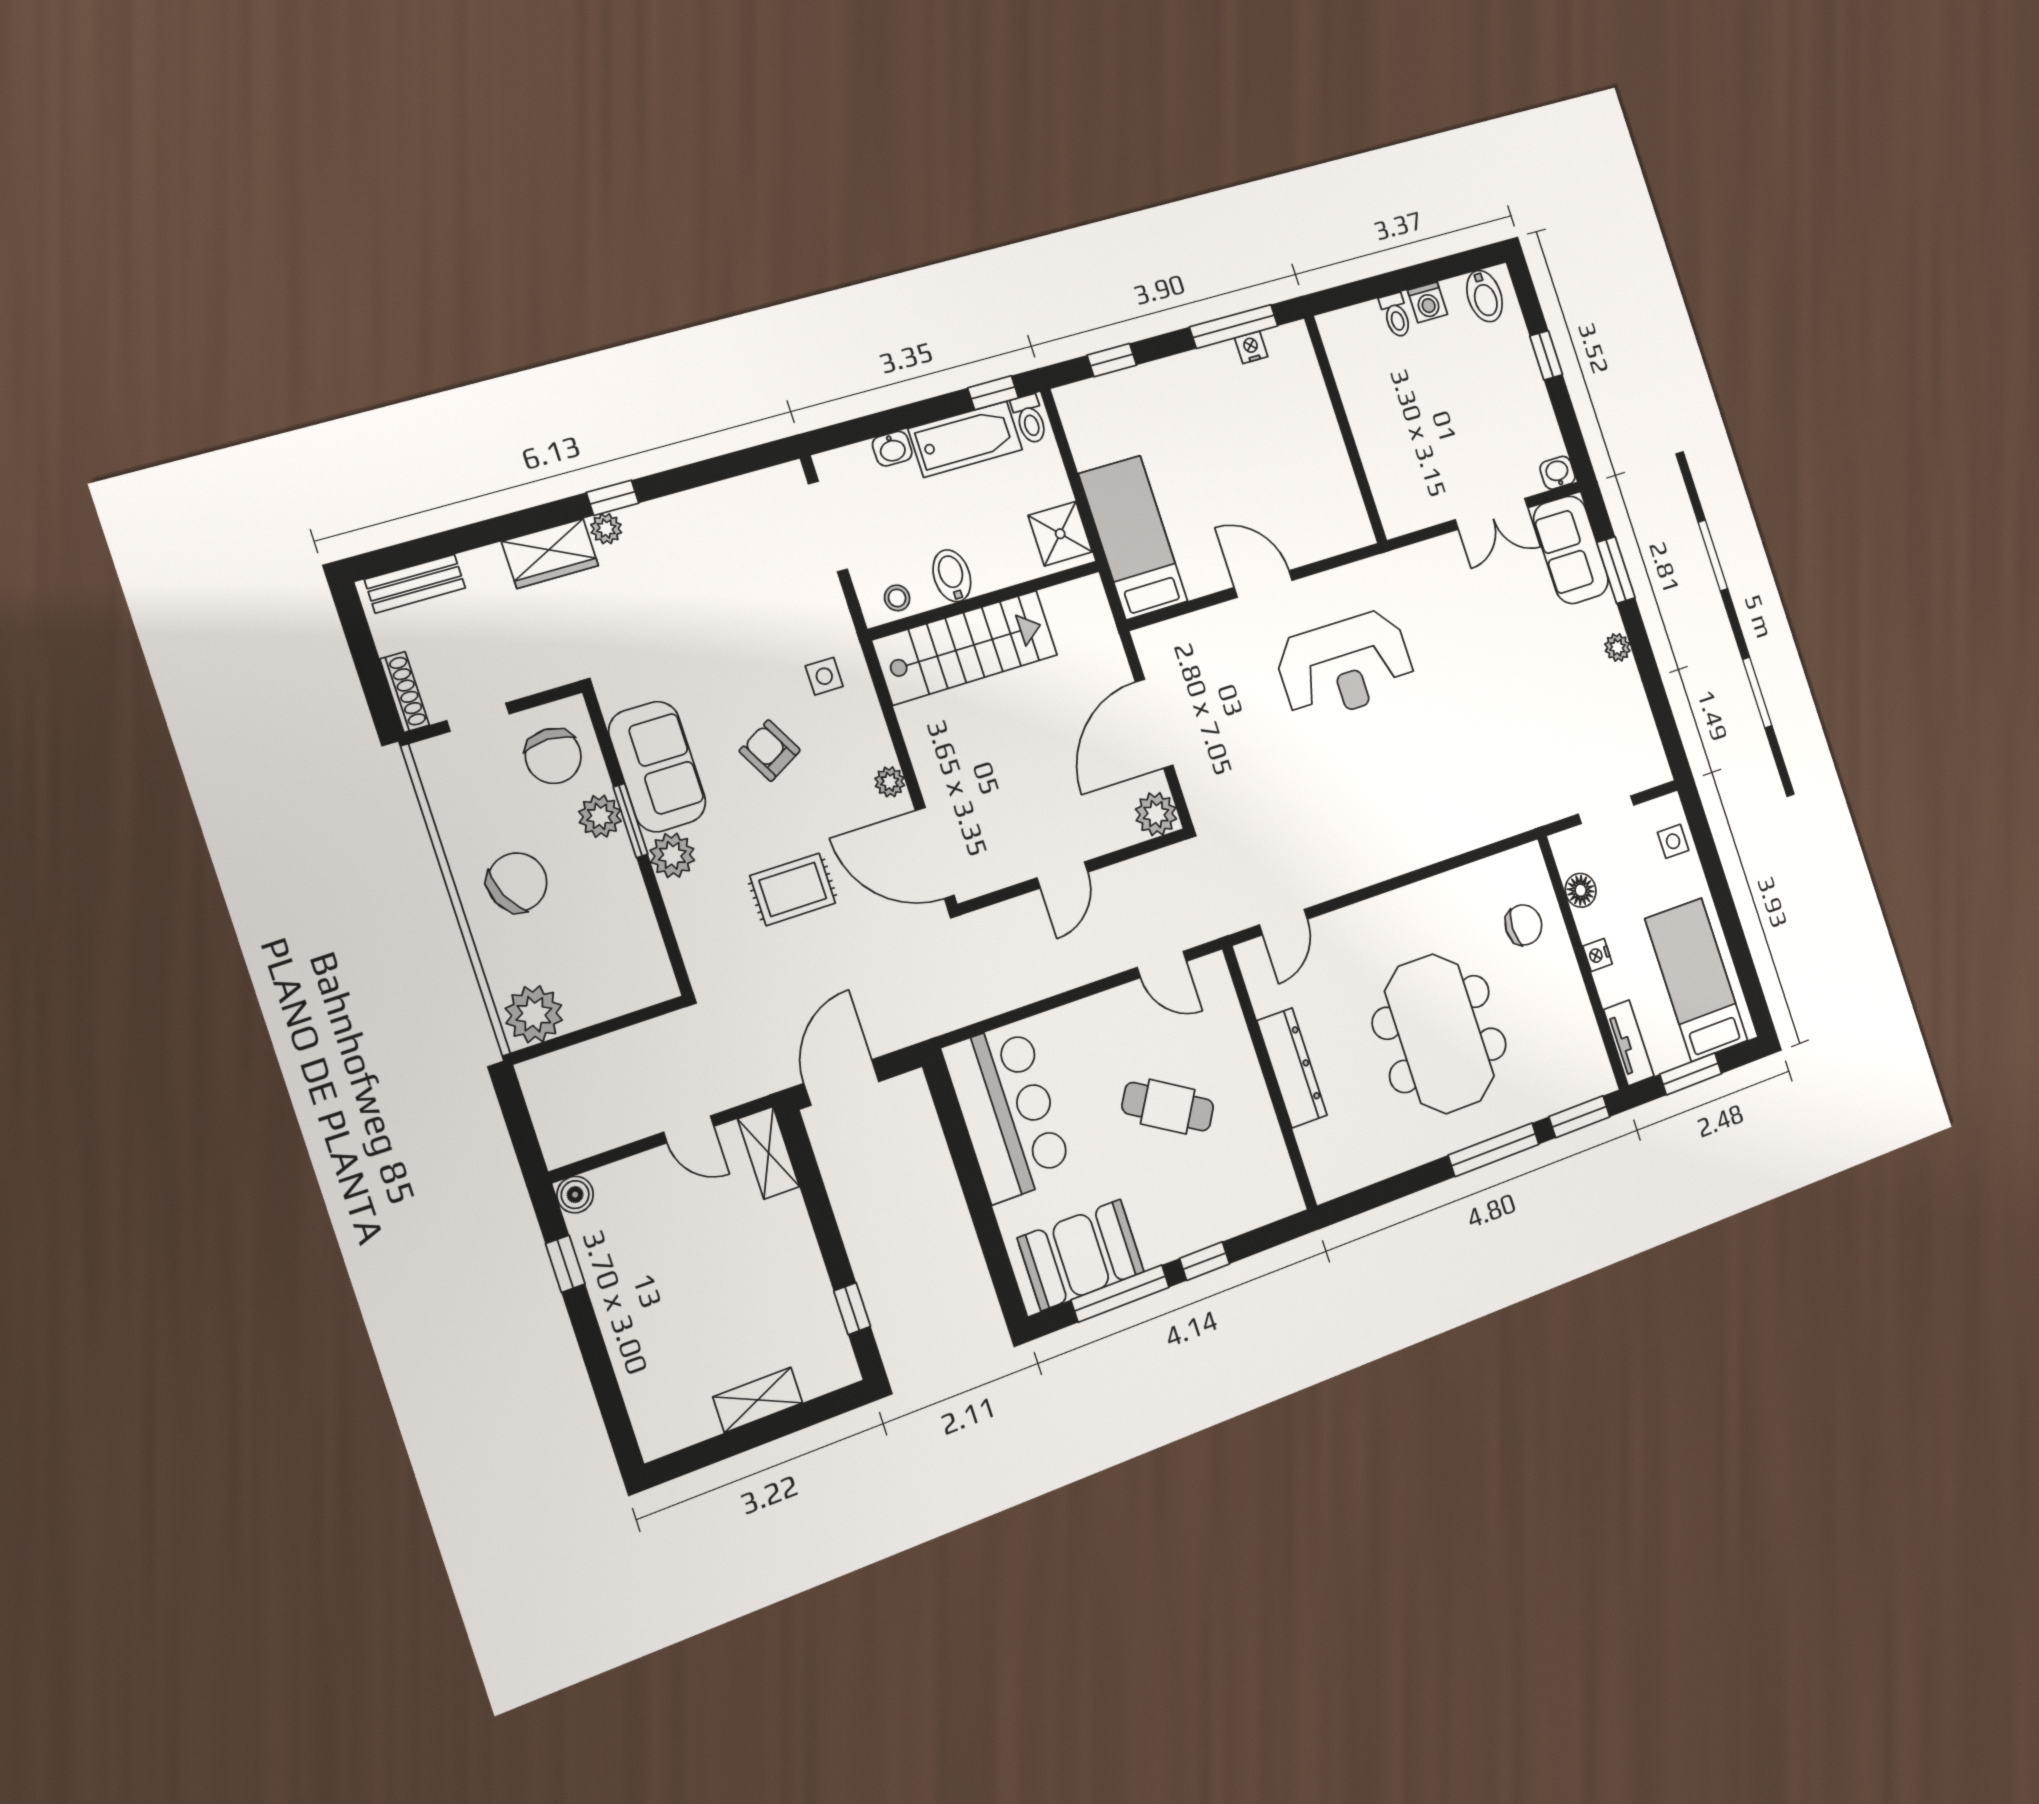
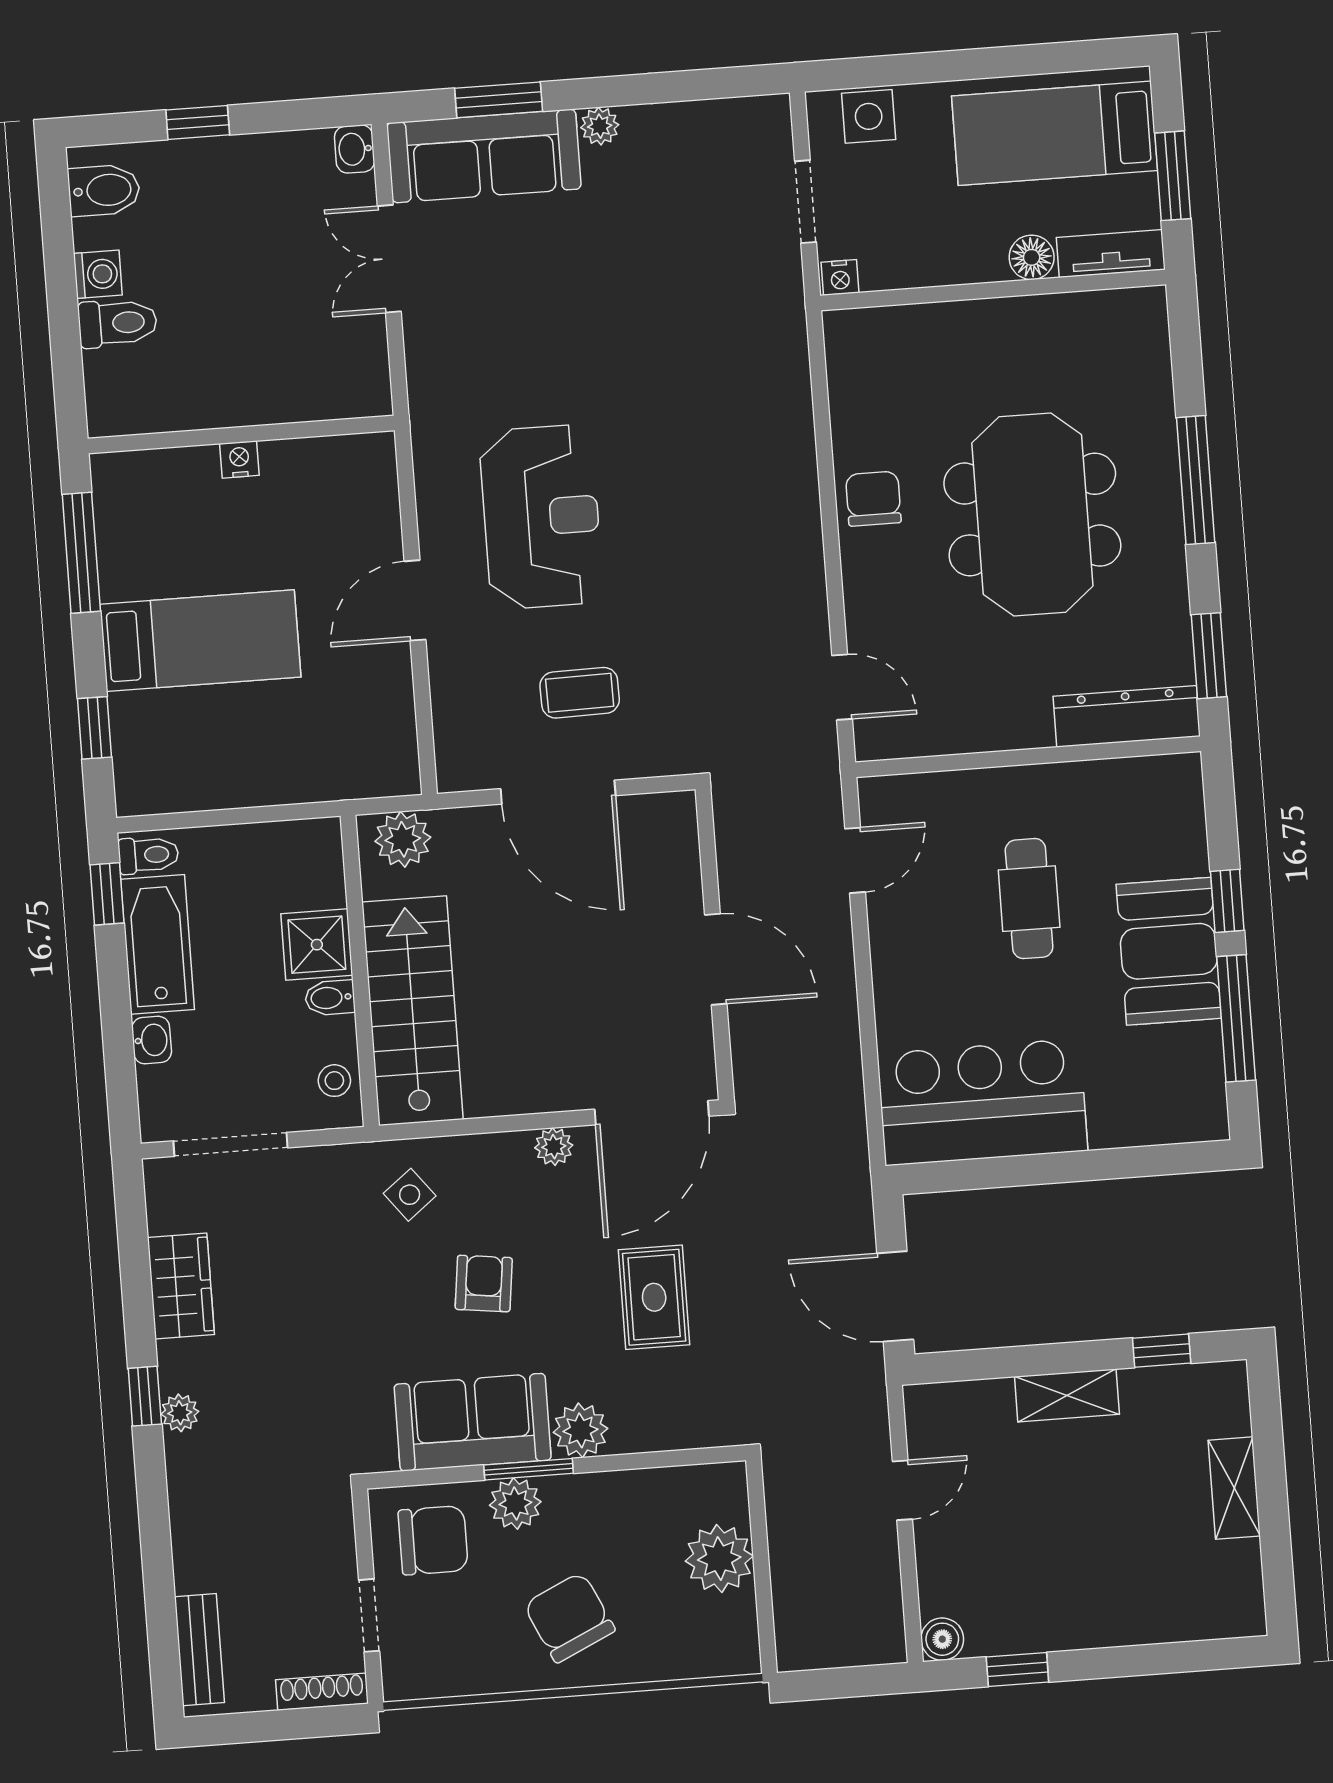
toilet: (1396, 315) -> (118, 323), width x1.37, depth x1.39
nightstand: (1251, 347) -> (239, 460), moved, turned 90
double door: (1492, 514) -> (389, 259), swing flipped
shower: (1060, 534) -> (317, 945), moved
bed: (1133, 538) -> (200, 641), moved, turned 180
sofa: (1571, 550) -> (484, 156), width x1.36
wardrobe: (550, 554) -> (181, 1286), moved
bidet: (952, 576) -> (330, 998), width x0.72, depth x0.74
side table: (824, 676) -> (410, 1195), turned -38
coffee table: (1229, 723) -> (580, 693), added
armchair: (770, 751) -> (484, 1283), turned 126
plant: (1156, 814) -> (403, 839), moved
side table: (1673, 841) -> (869, 116), width x1.37, depth x1.37
door: (1062, 875) -> (716, 959), width x1.38
floor lamp: (1581, 890) -> (1032, 257), moved
chair: (1524, 925) -> (873, 499), moved
nightstand: (1598, 955) -> (840, 277), moved
plant: (534, 1014) -> (719, 1558), moved
meeting table: (1439, 1034) -> (1032, 515), turned 90
dresser: (1292, 1068) -> (1127, 716), moved
cafe table: (1168, 1107) -> (1029, 899), turned -31
window: (1579, 1117) -> (1209, 656), moved
shelving: (769, 1153) -> (1067, 1395), moved
booth: (1081, 1255) -> (1169, 951), moved

